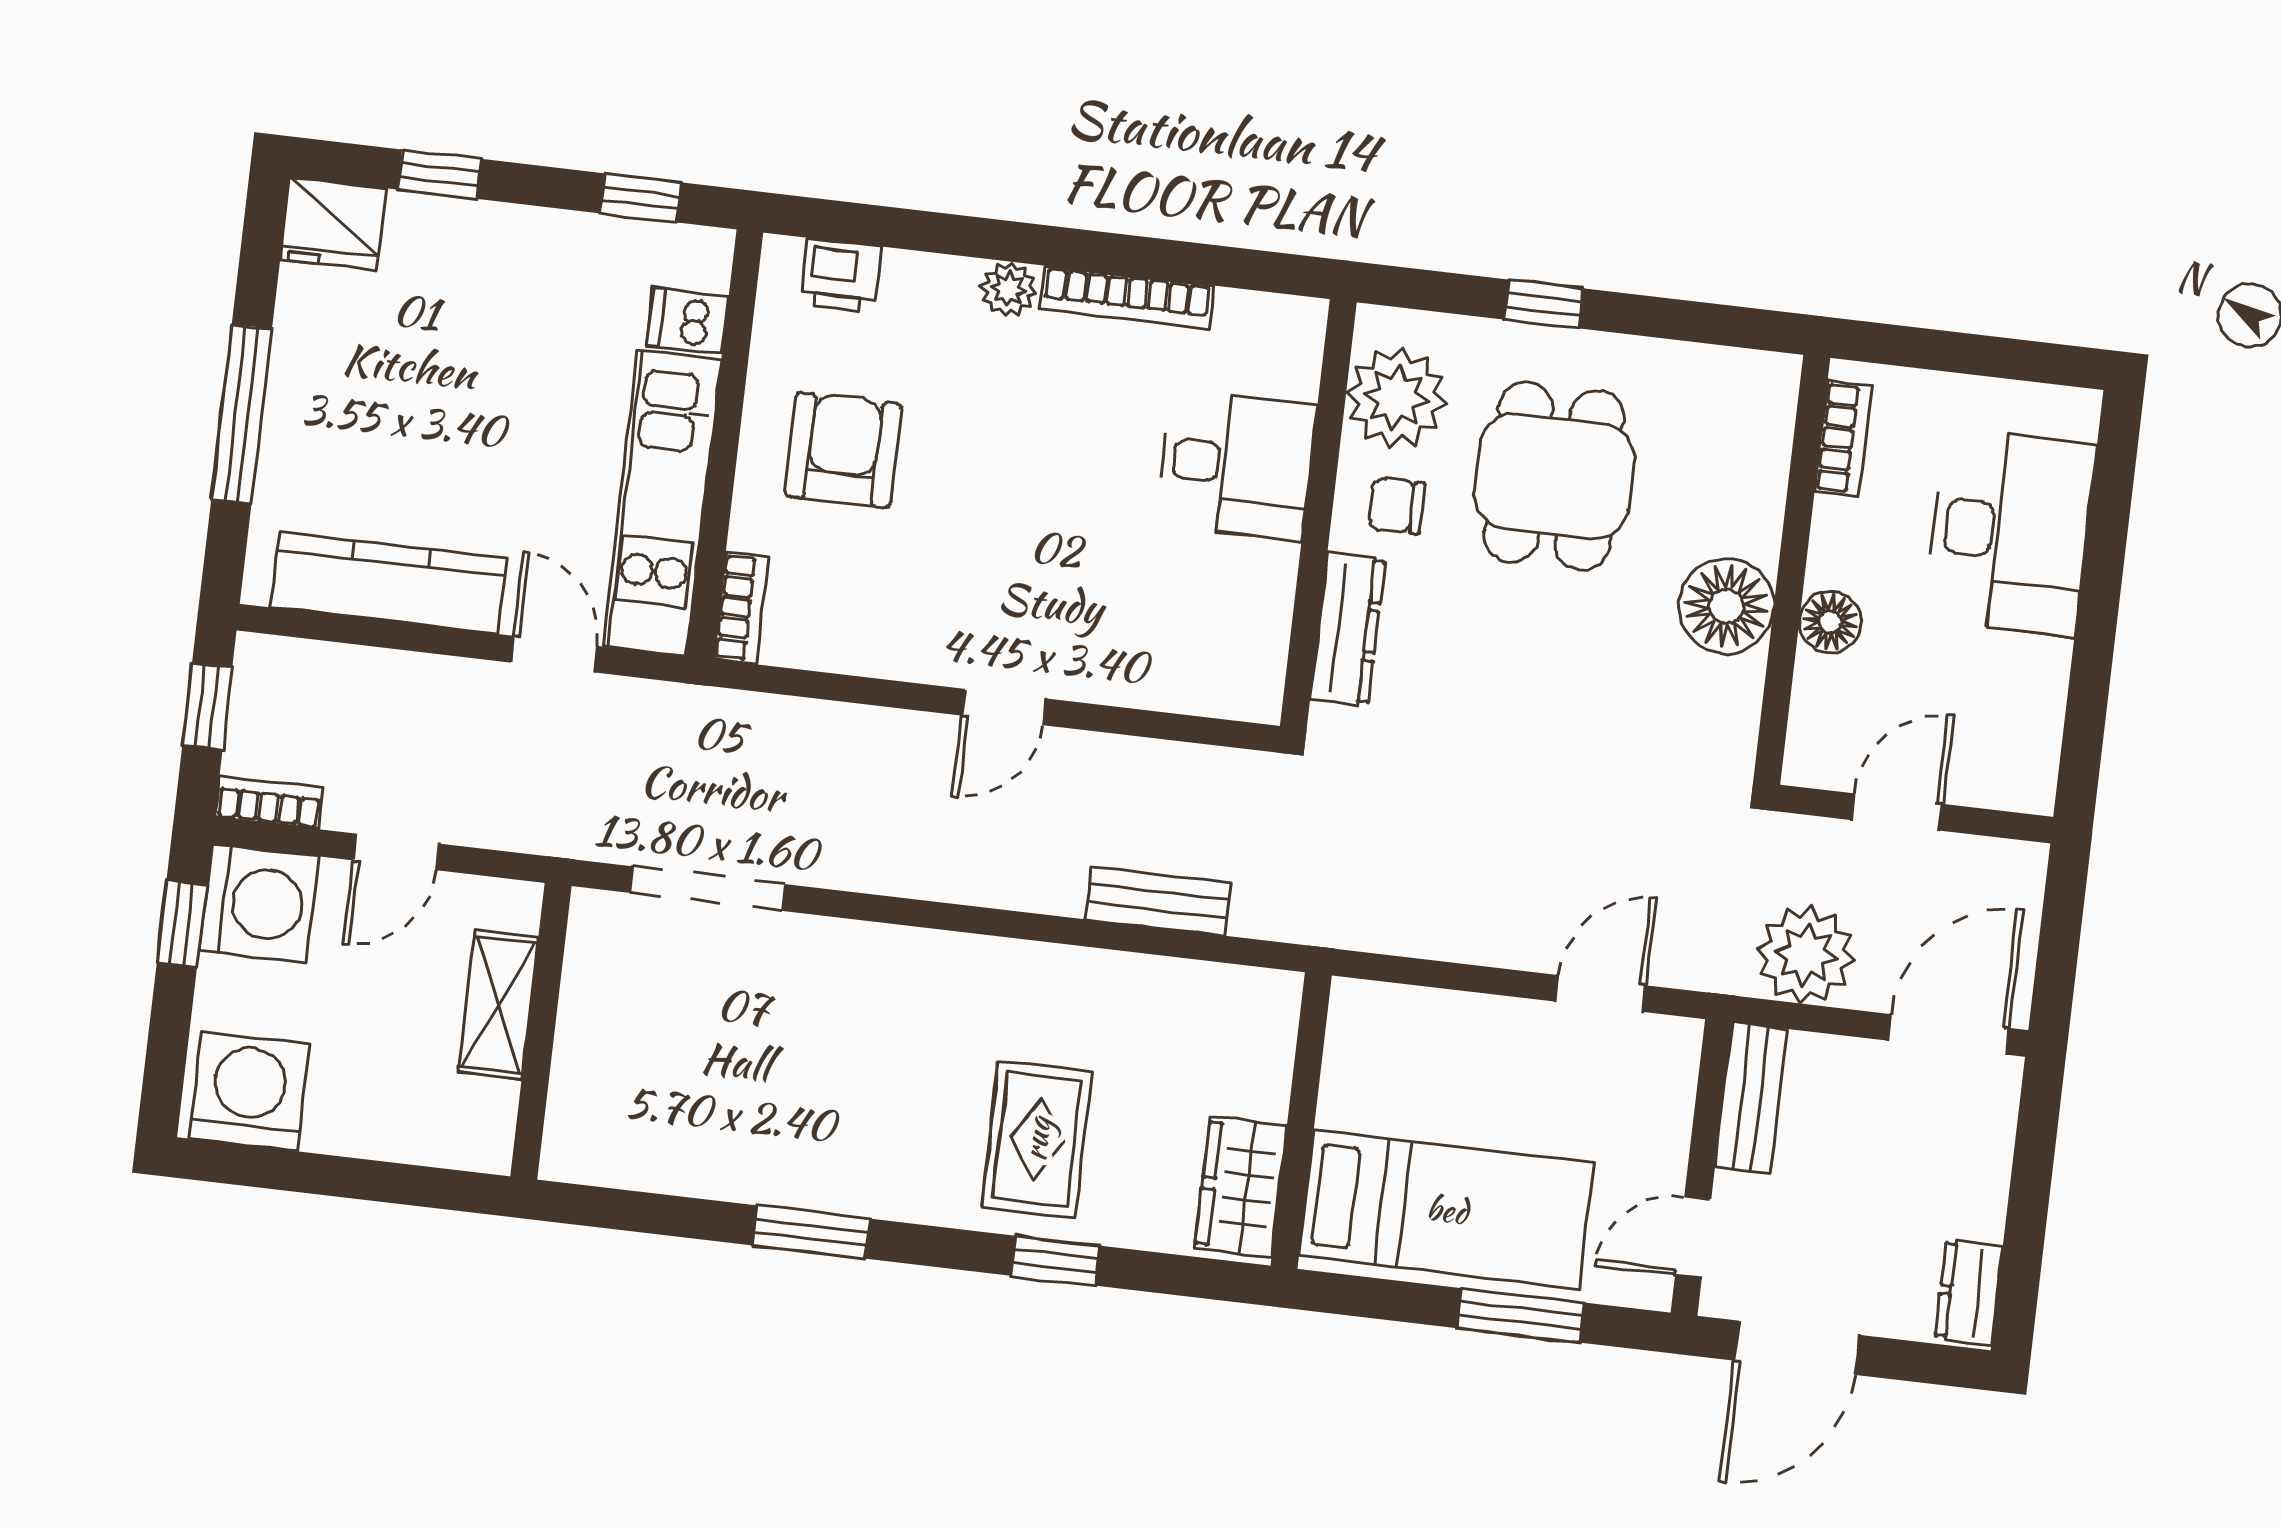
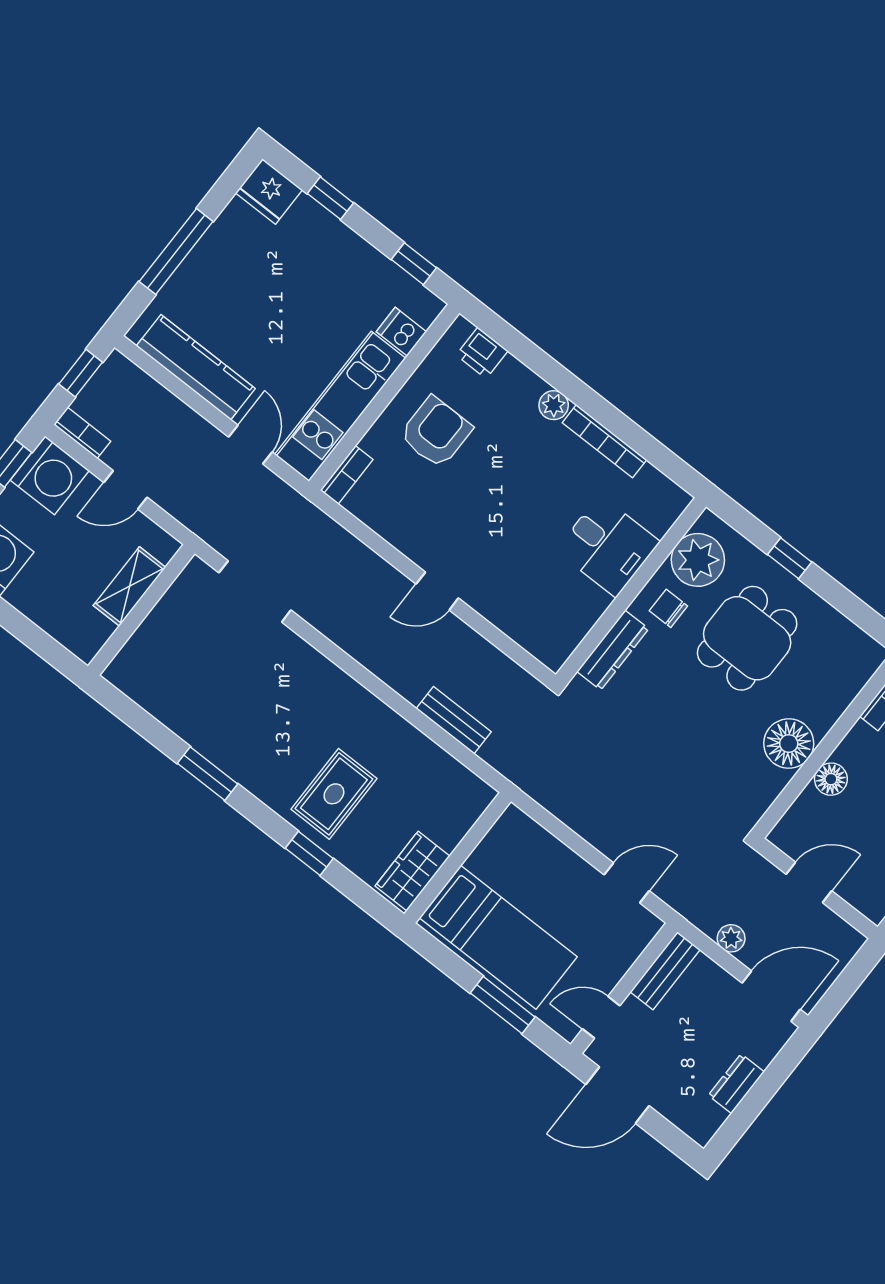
plant: (1806, 955) -> (731, 938), width x0.53, depth x0.53
dresser: (1969, 1292) -> (736, 1084), moved

